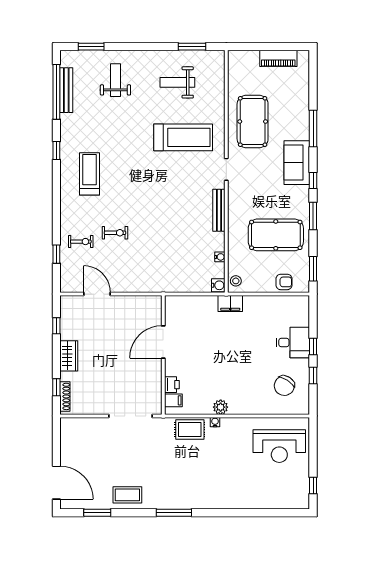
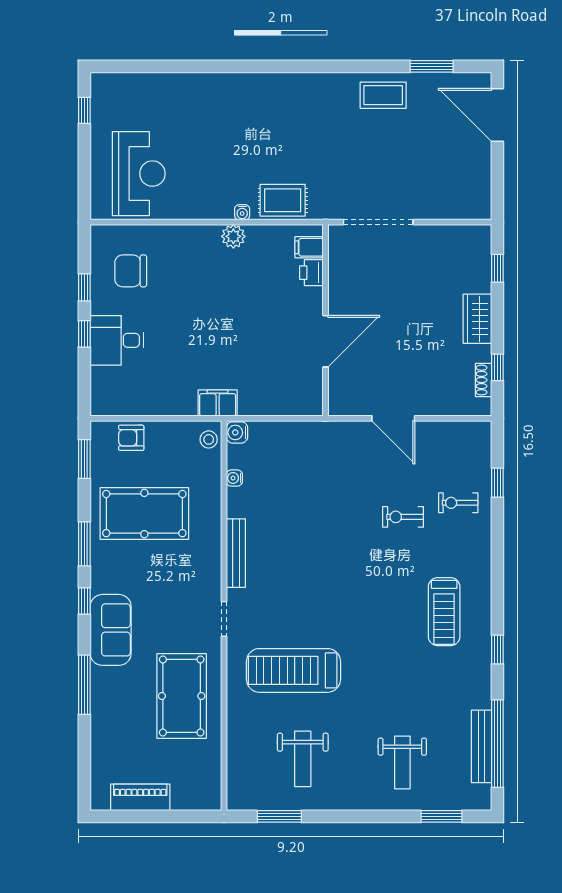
weight bench: (177, 82) -> (303, 759), turned 90
door: (97, 294) -> (393, 418), moved
chair: (284, 386) -> (131, 271), turned -123
shoe rack: (65, 396) -> (484, 380), moved, width x0.70
reception desk: (279, 446) -> (139, 174), turned 90
window: (174, 513) -> (308, 66), removed

